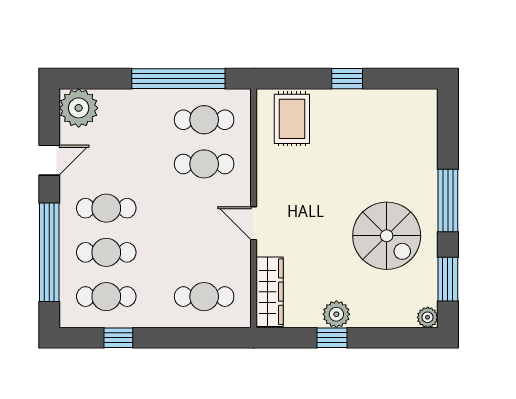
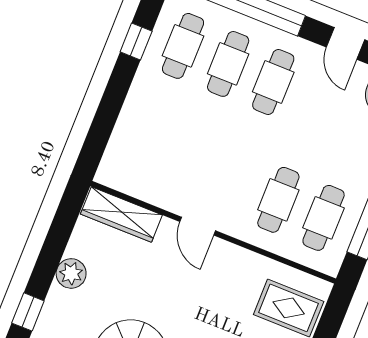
door: (254, 223) -> (198, 226), swing flipped
cafe table: (204, 297) -> (143, 146), removed
window: (332, 338) -> (28, 312), moved

